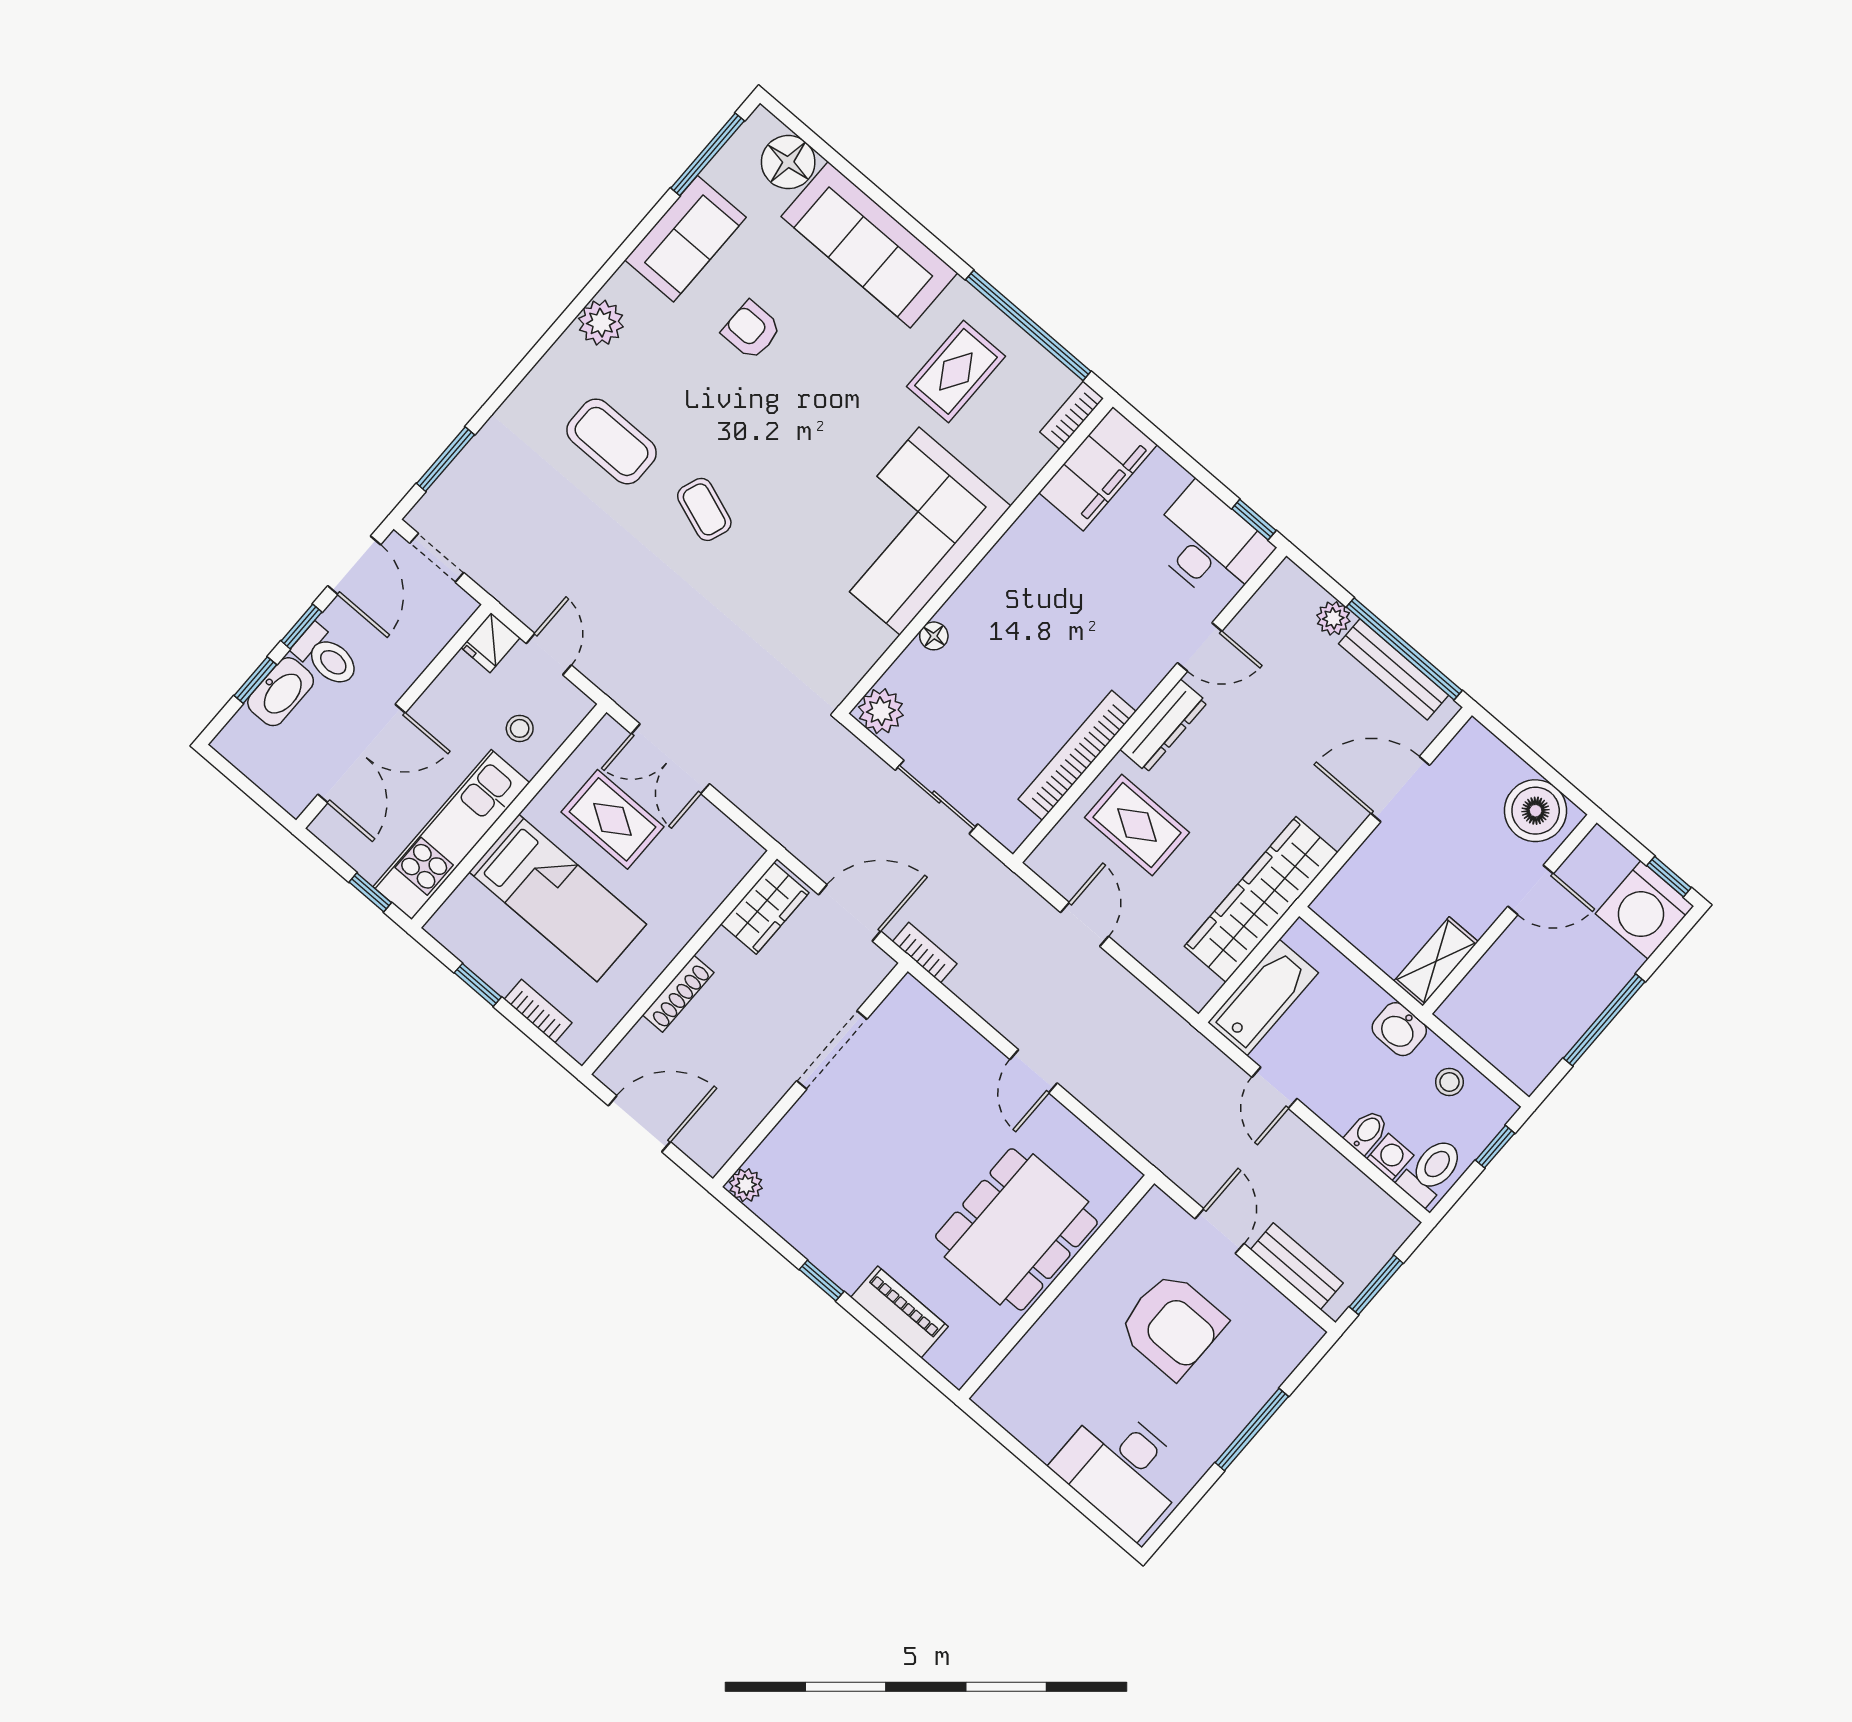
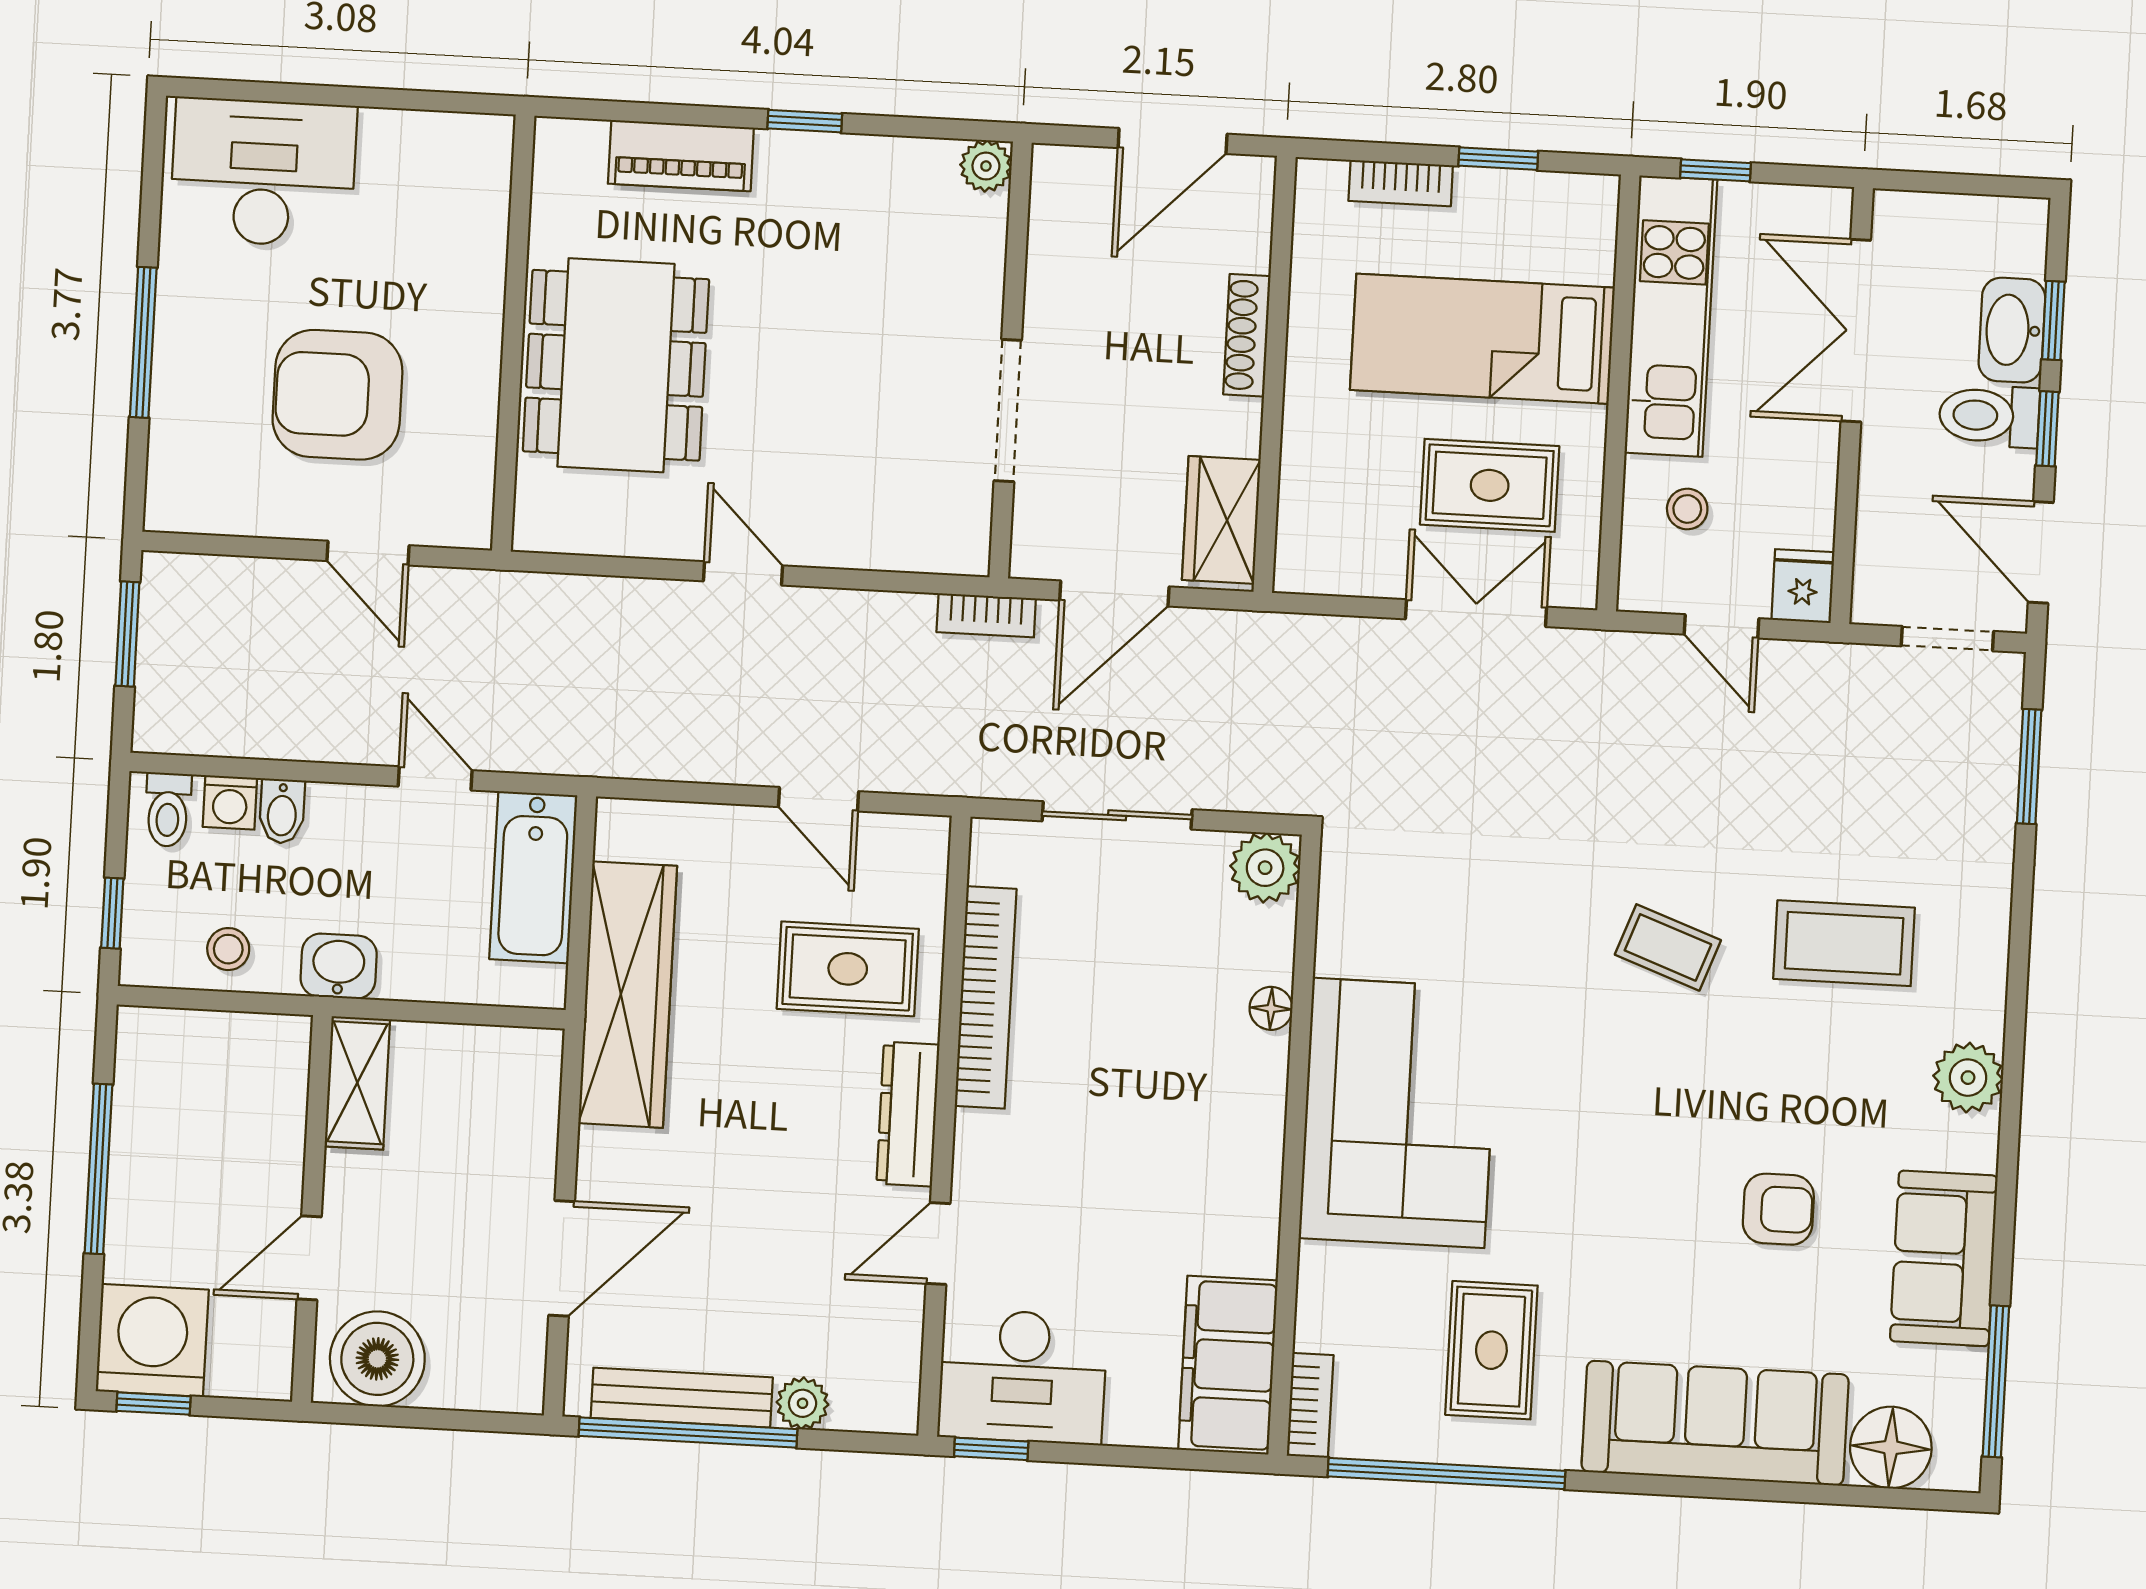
toilet: (1431, 1171) -> (168, 810), width x0.73, depth x0.72
bench: (1297, 1266) -> (241, 583), removed

